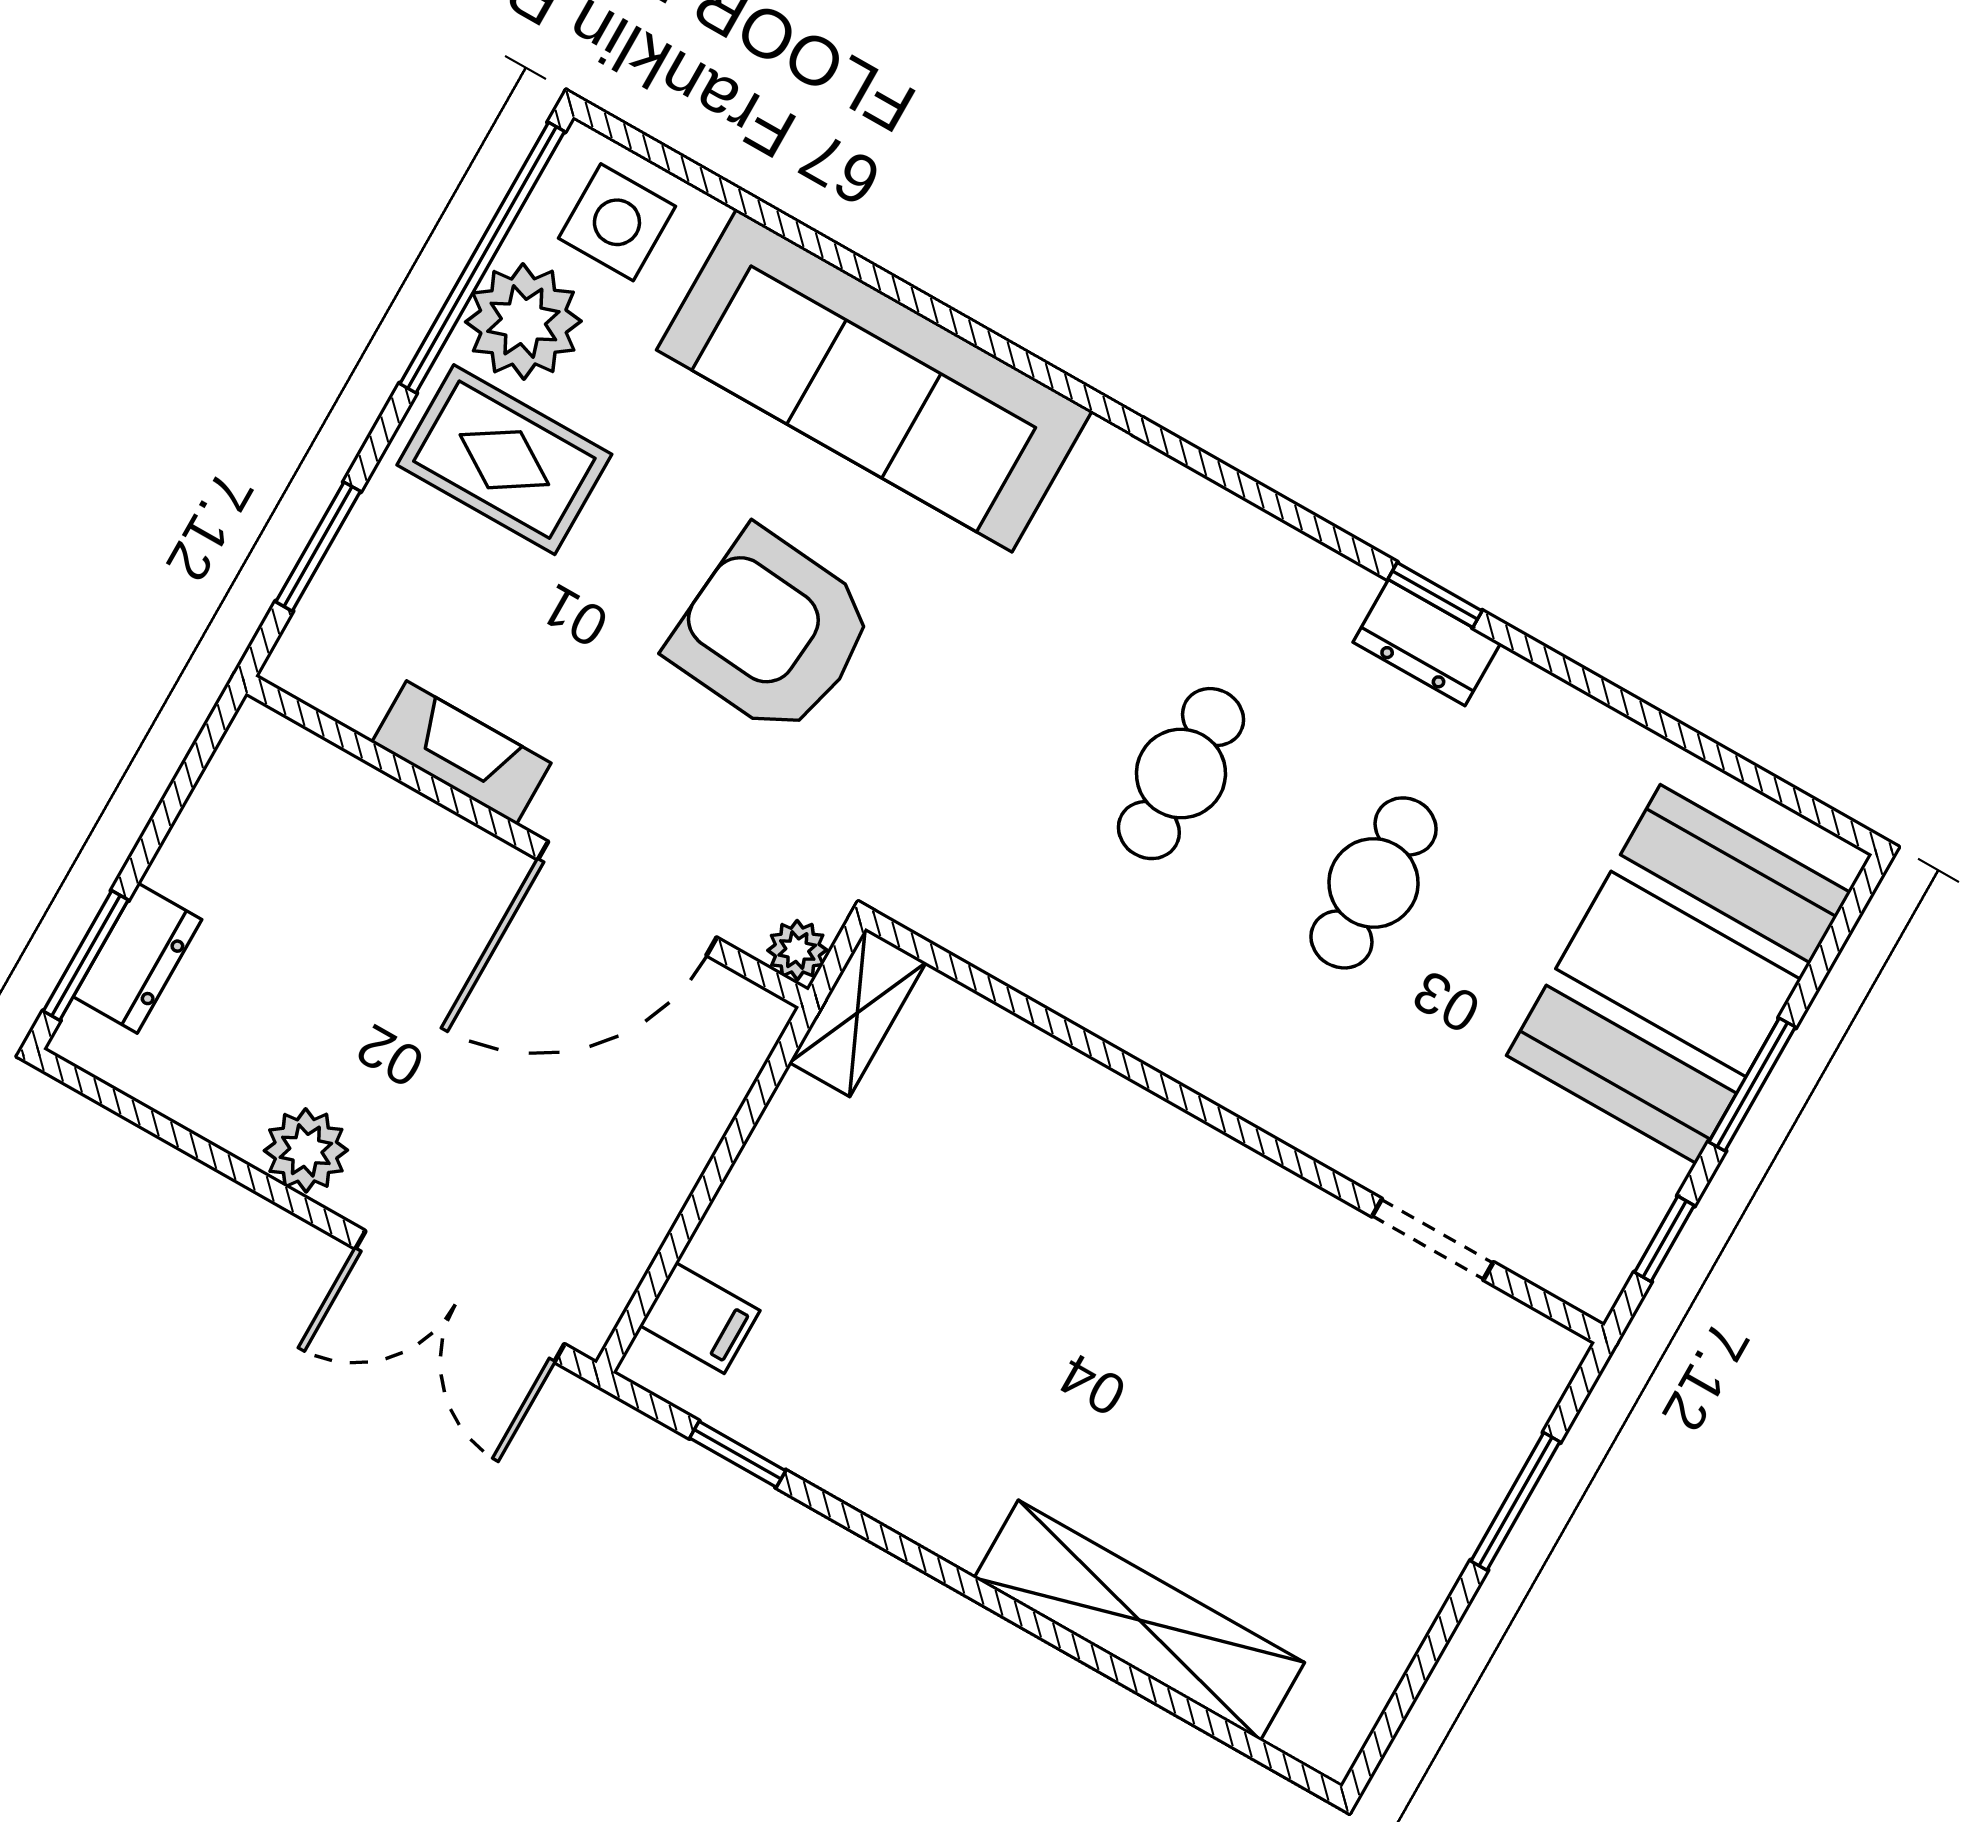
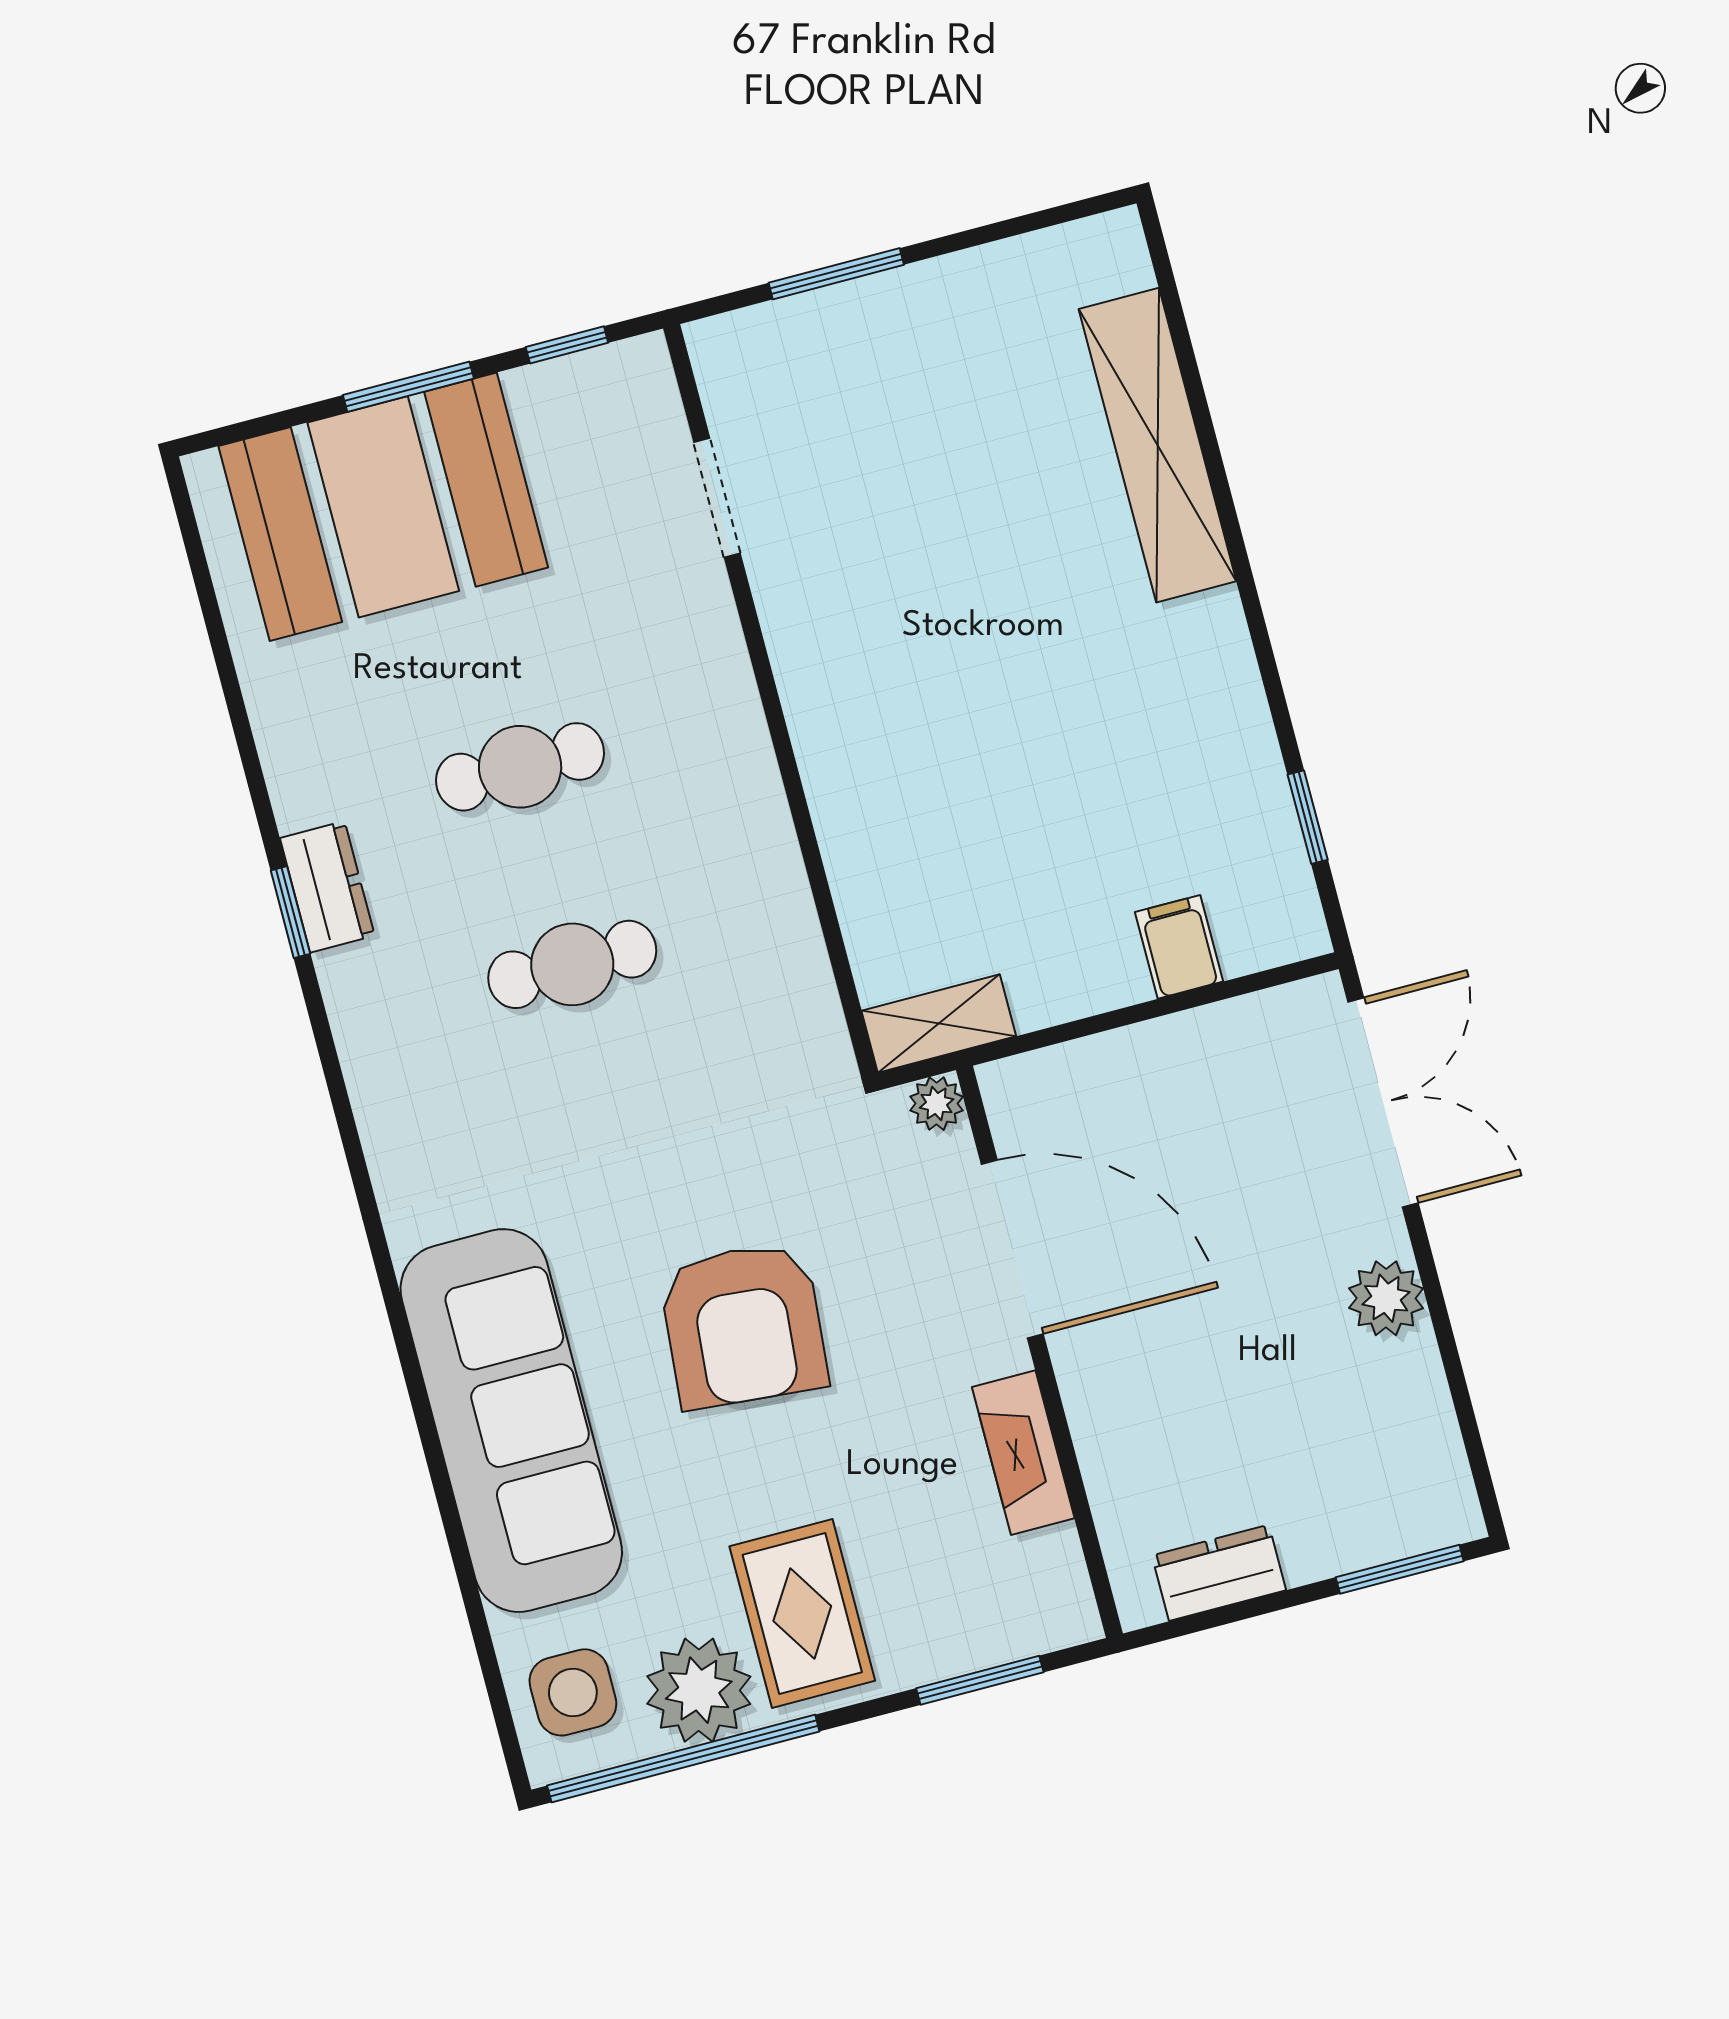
dresser: (137, 958) -> (1219, 1573), moved
filing cabinet: (700, 1318) -> (1179, 947), moved

